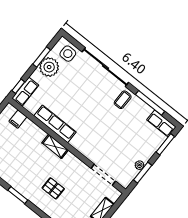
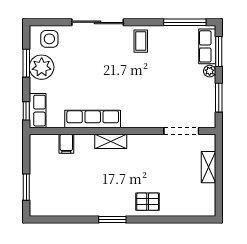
sliding door: (105, 67) -> (98, 22), width x0.73
window: (150, 103) -> (185, 22), moved
filing cabinet: (18, 119) -> (66, 144), moved
row of seats: (161, 123) -> (207, 46), moved, turned 90
plant: (140, 165) -> (210, 71), moved
pallet: (53, 188) -> (148, 202), moved

